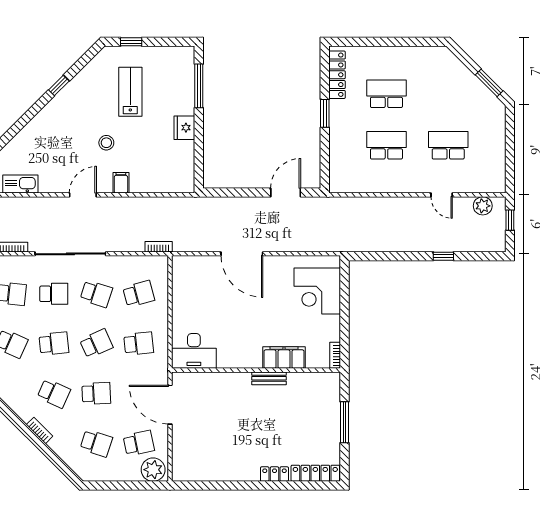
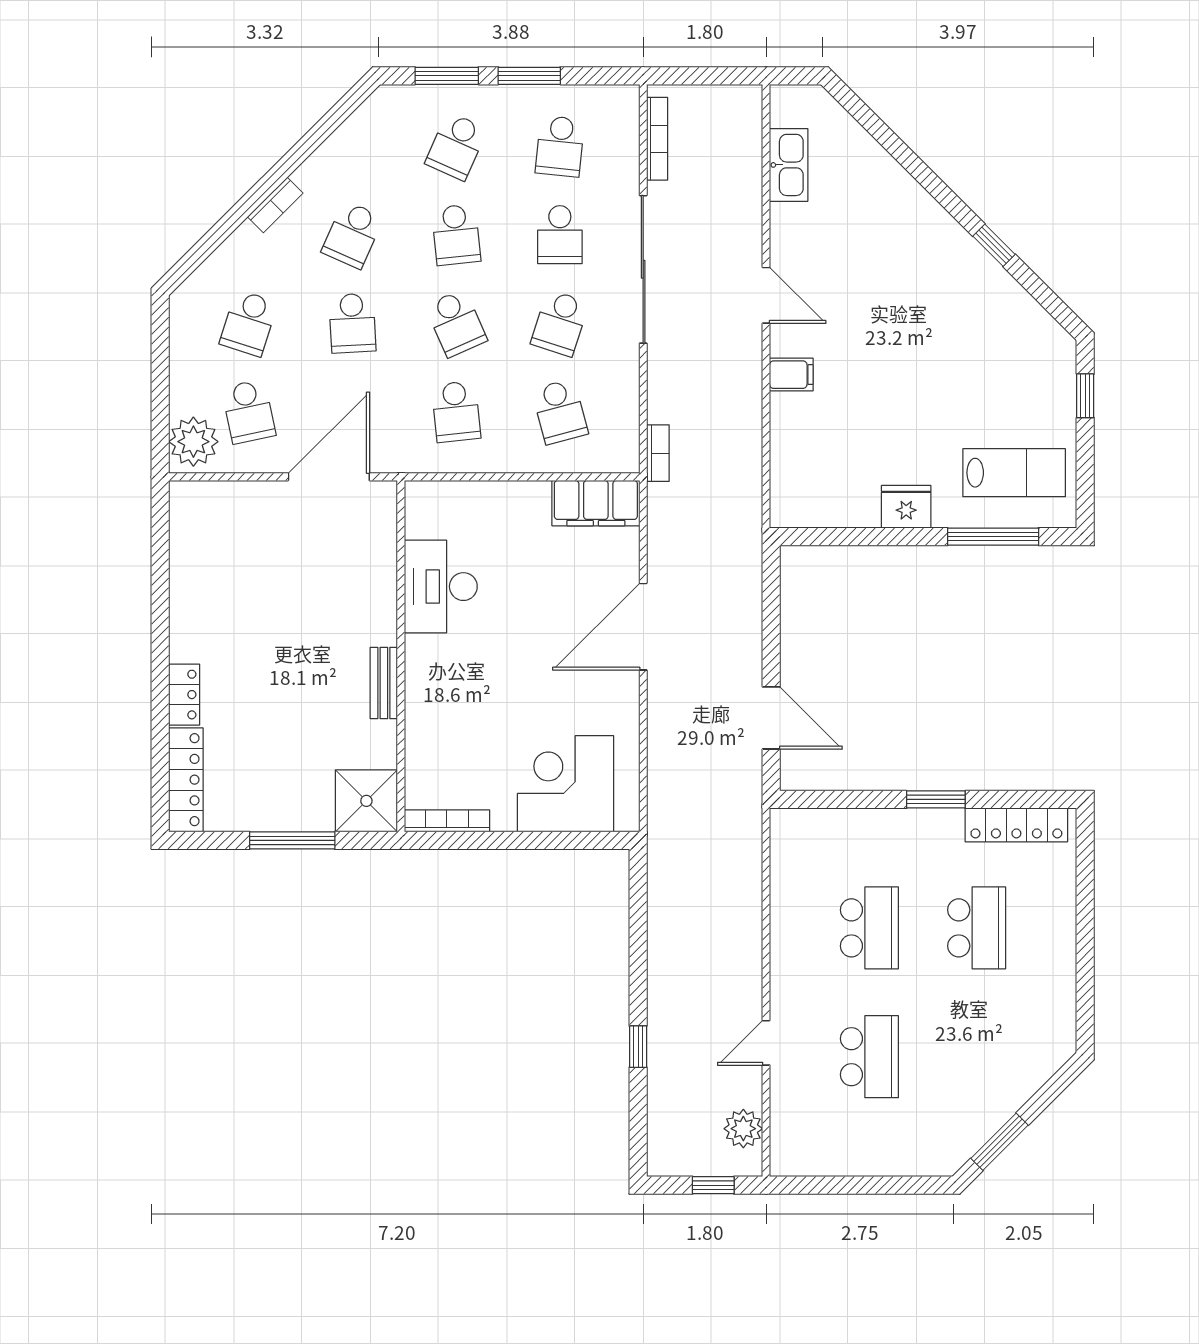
lab bench: (130, 92) -> (1014, 473), moved
stool: (106, 143) -> (875, 344), removed
desk: (194, 351) -> (441, 587), moved
bookcase: (335, 355) -> (447, 821), width x1.56
filing cabinet: (284, 358) -> (596, 503), moved, turned 90
shower: (325, 387) -> (366, 801), added

